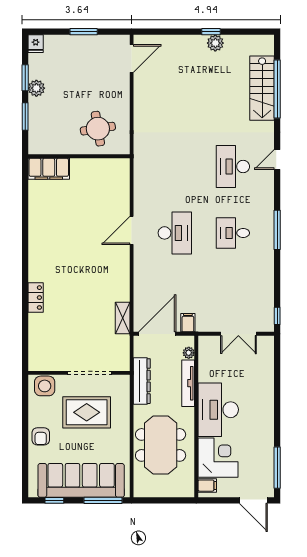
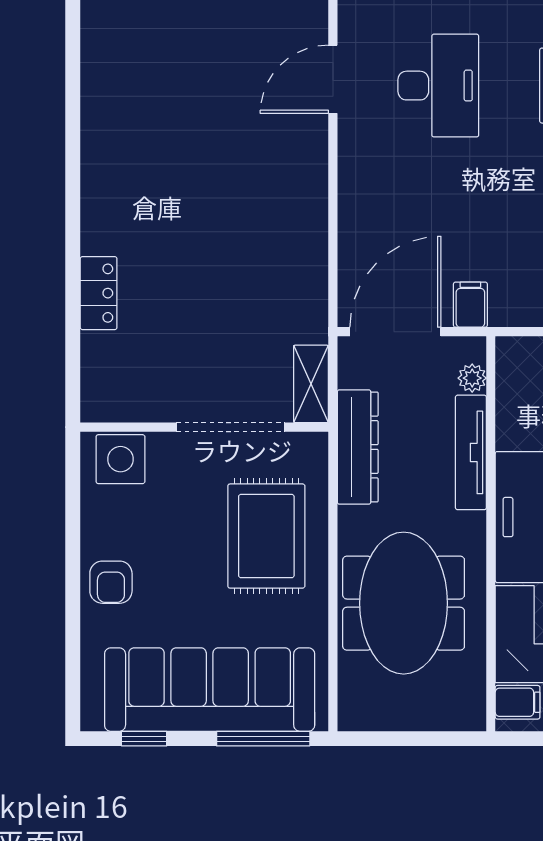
locker: (36, 298) -> (99, 293), moved
shelving: (123, 318) -> (311, 384), moved
rug: (87, 412) -> (266, 536), moved, turned 90

